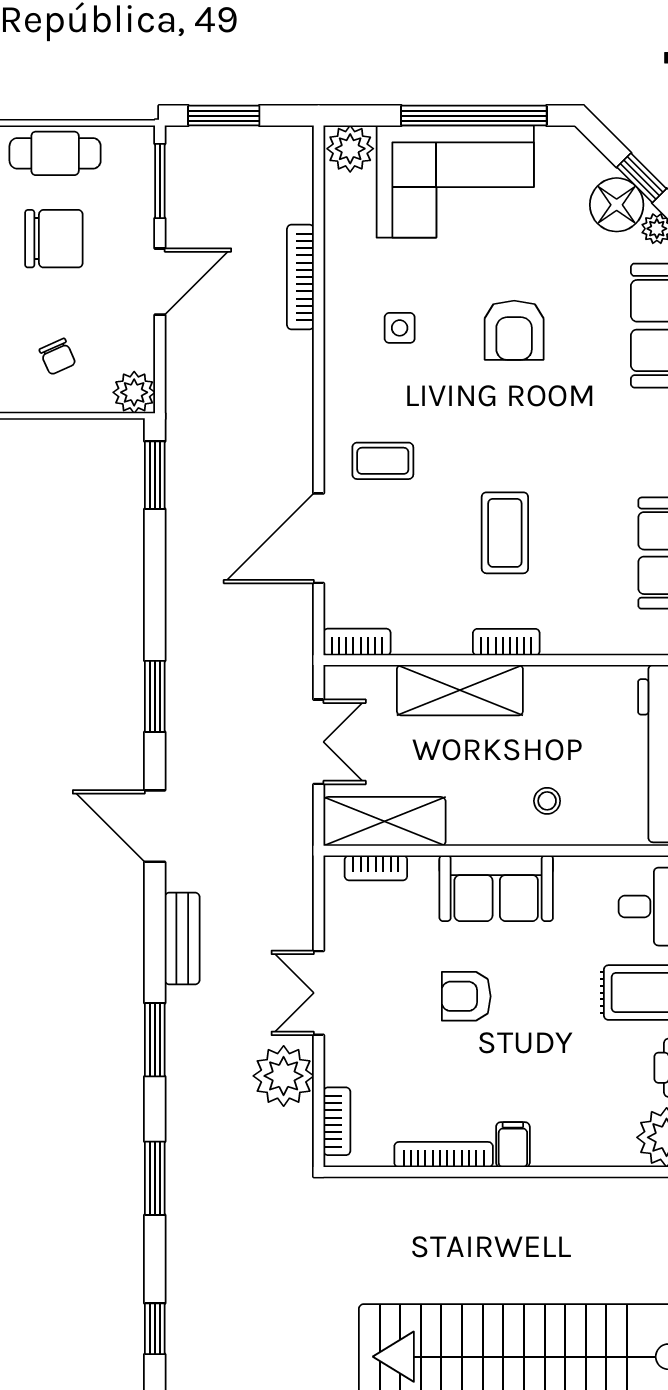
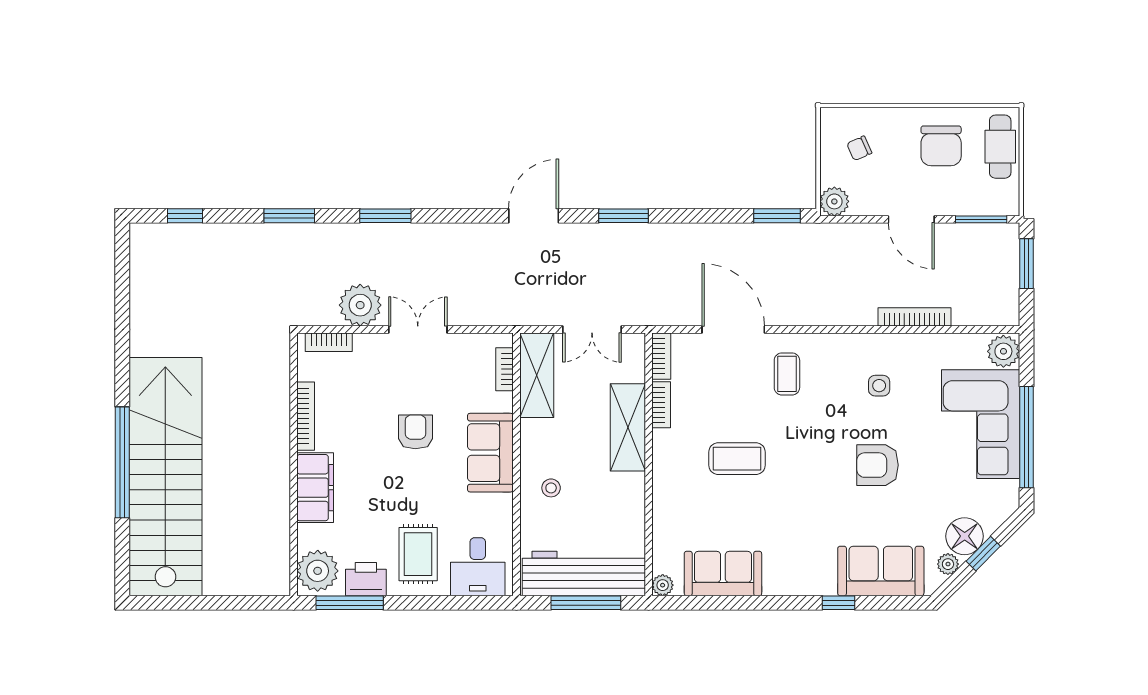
bookcase: (506, 642) -> (661, 405), moved
bench: (182, 939) -> (456, 235), removed
filing cabinet: (513, 1145) -> (315, 488), width x3.00, depth x1.17

